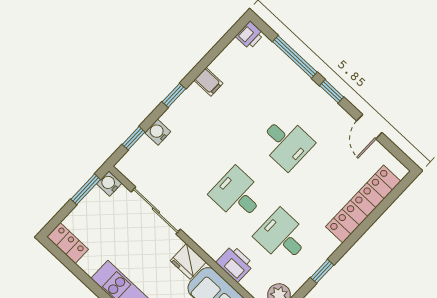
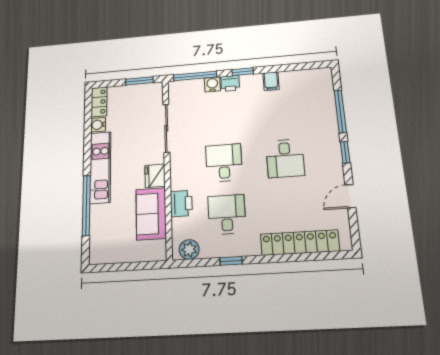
printer: (250, 35) -> (230, 83), moved
window: (134, 138) -> (195, 76), width x2.17
water cooler: (109, 183) -> (98, 125), moved, turned -90

